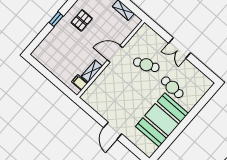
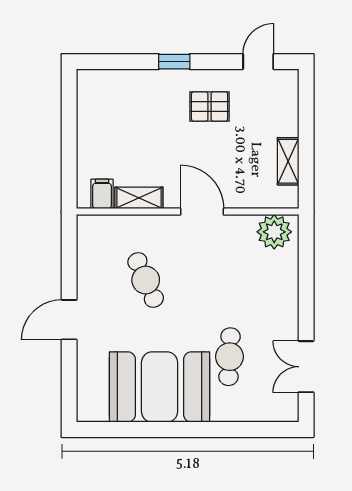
plant: (143, 35) -> (274, 232), added
double door: (179, 48) -> (306, 367), moved
cafe table: (146, 65) -> (146, 280), moved

